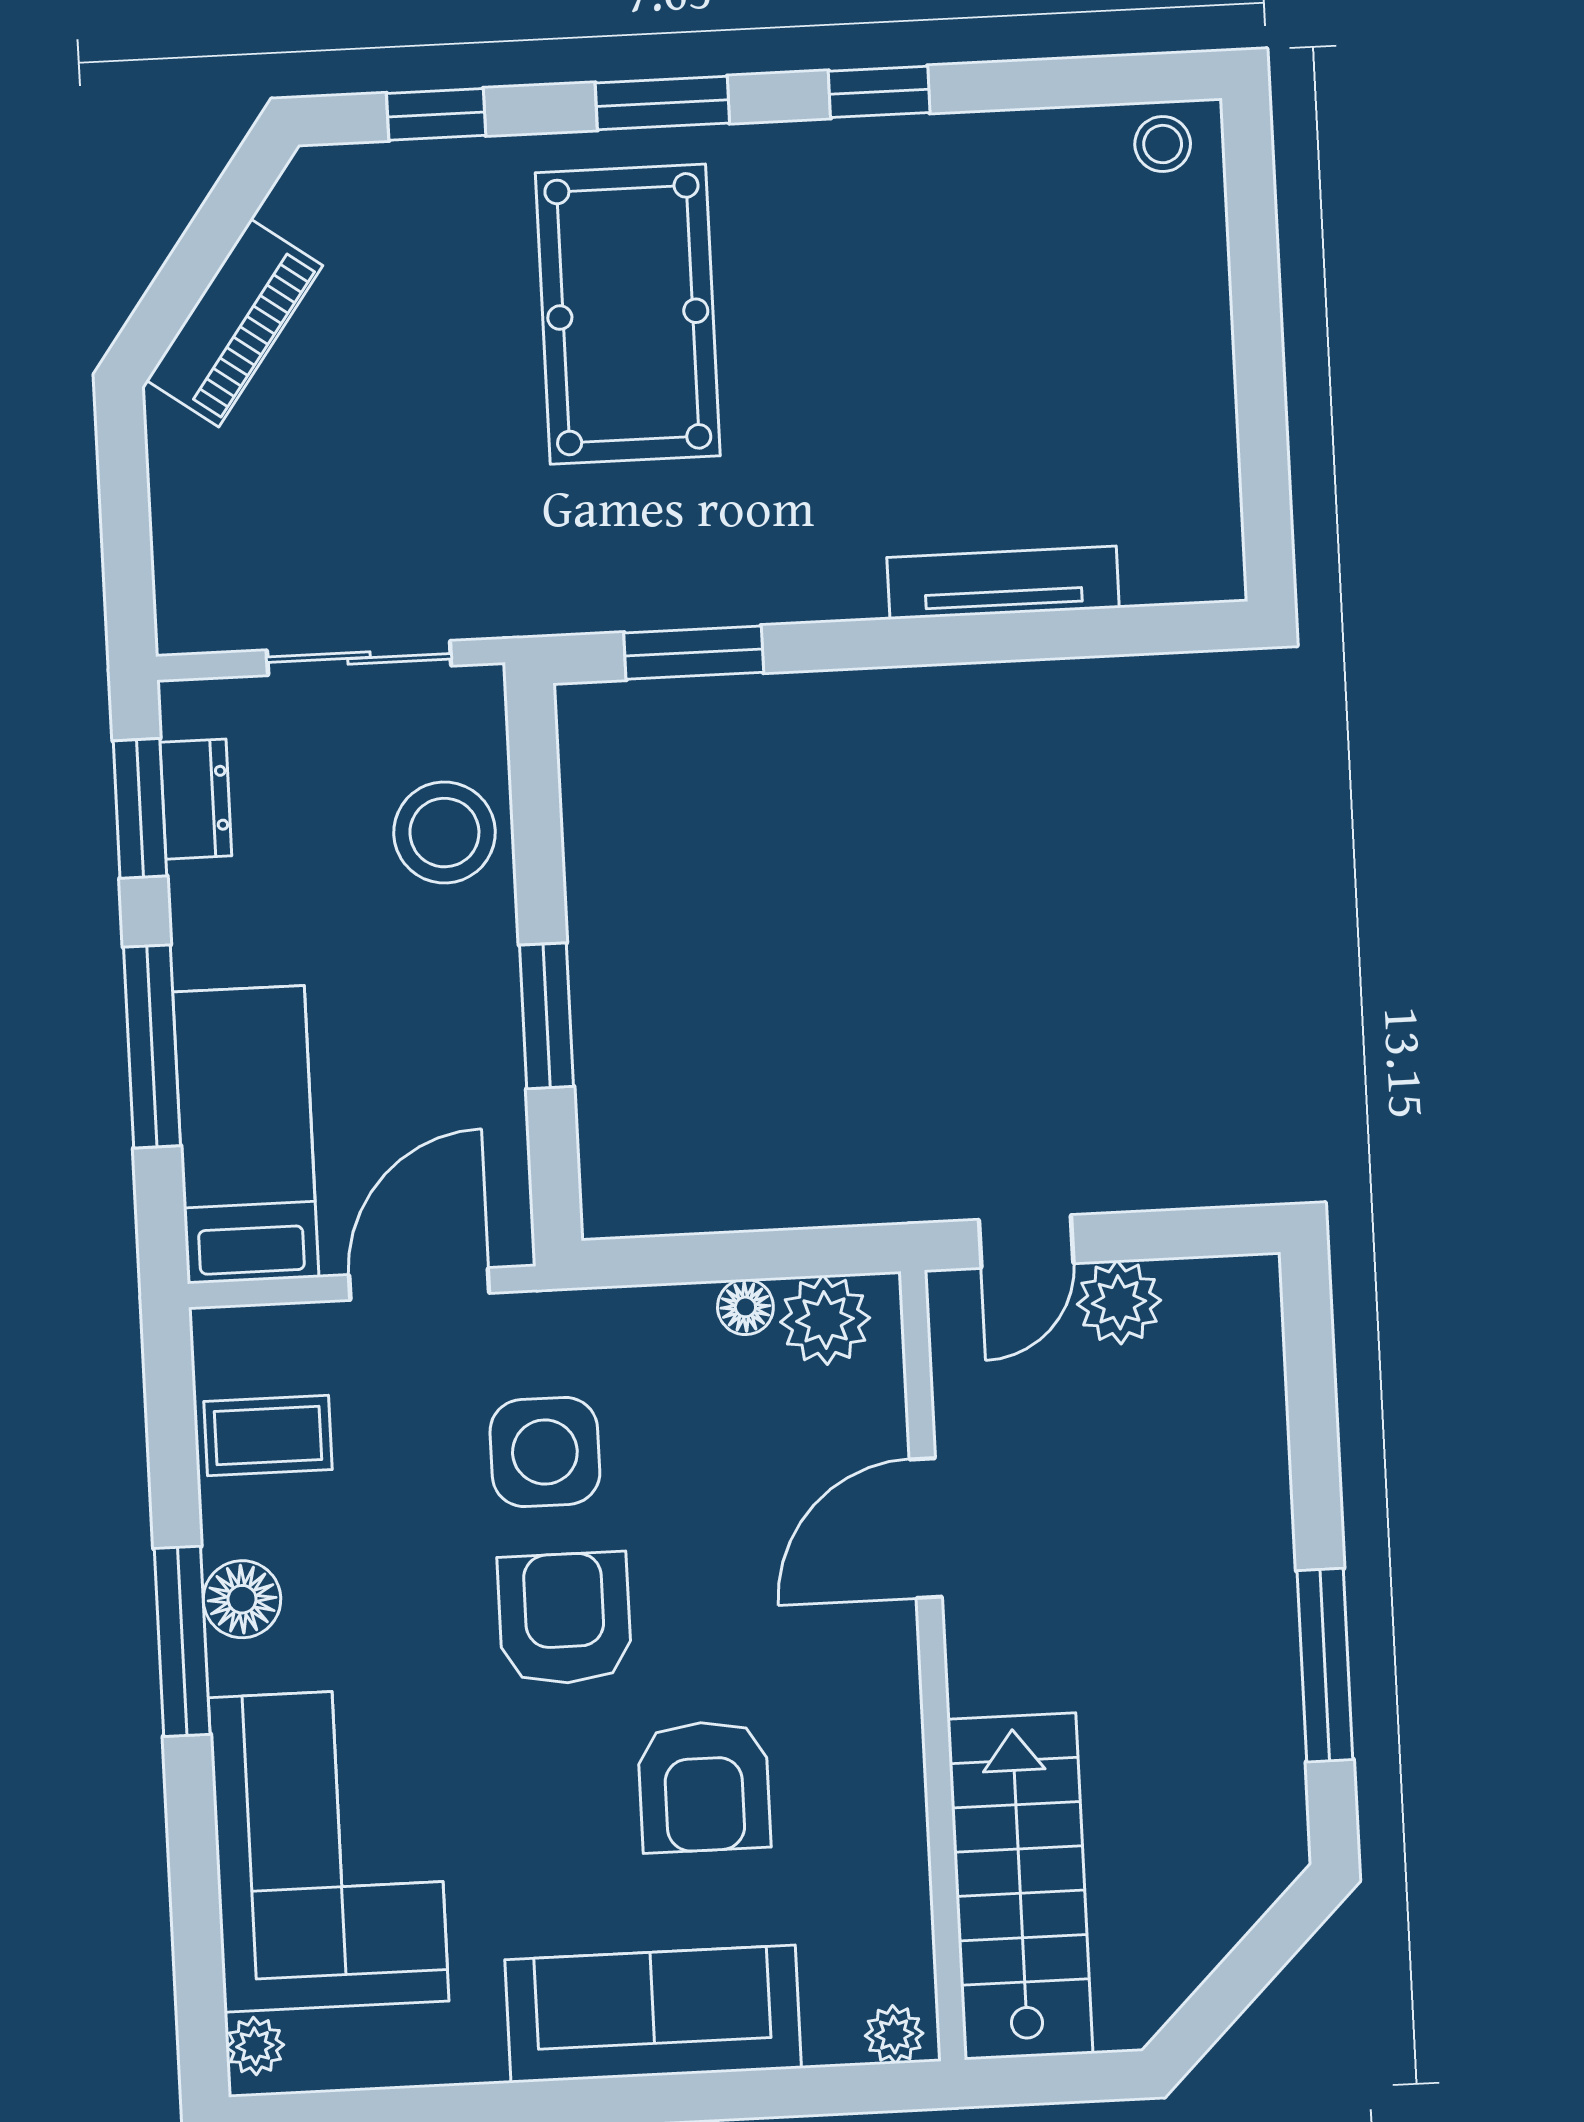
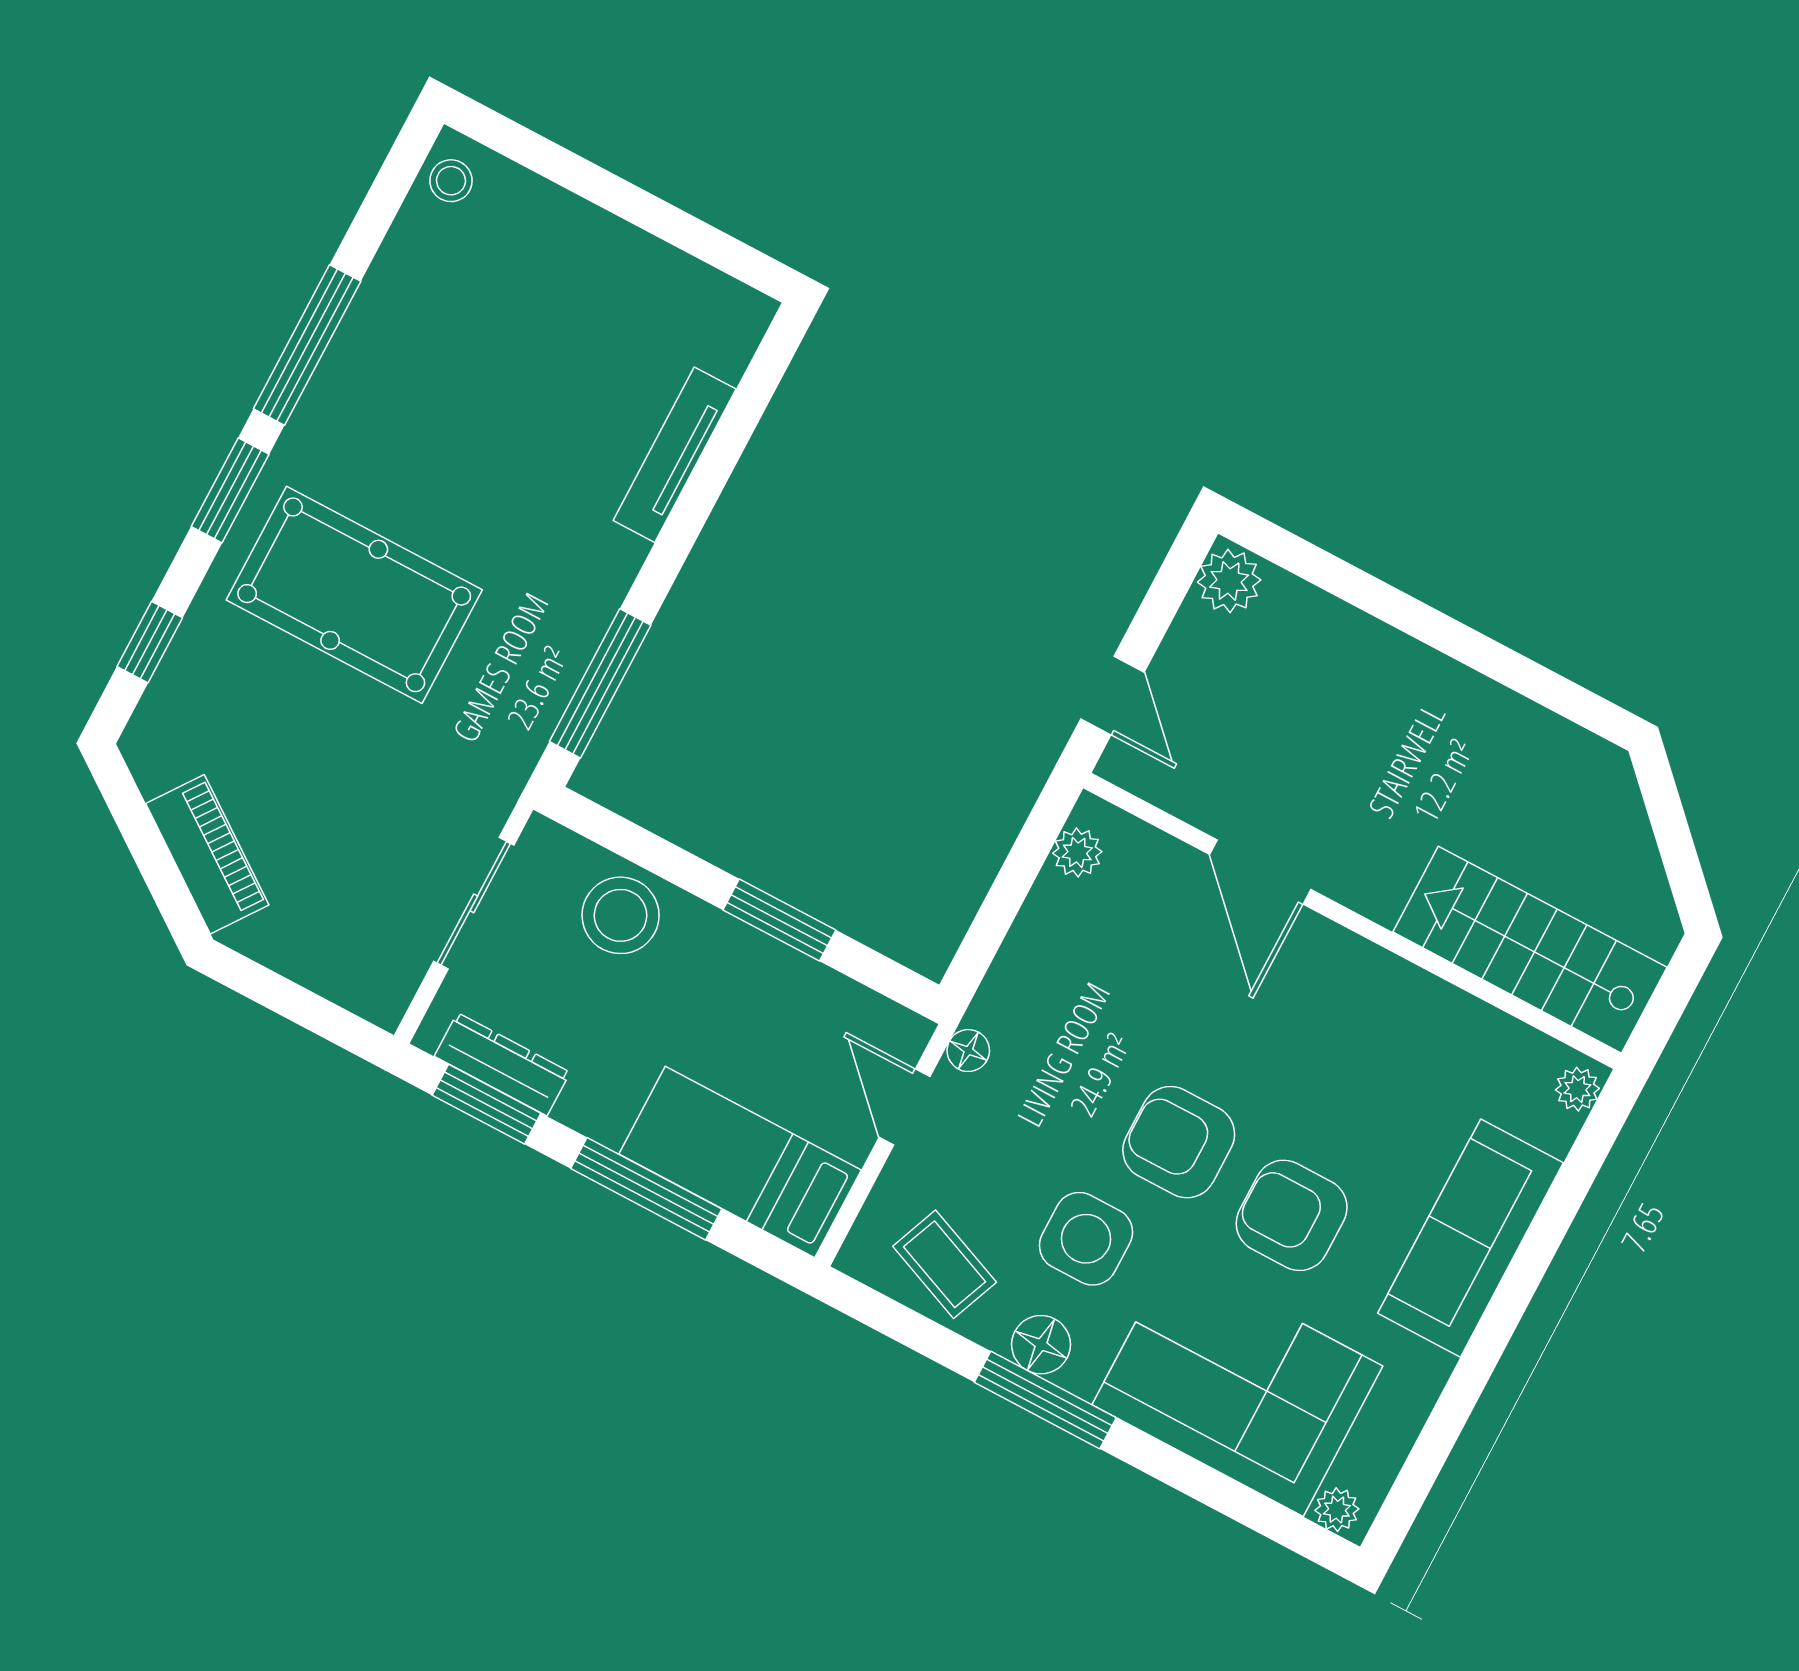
window: (879, 92) -> (307, 345), width x2.17
window: (694, 653) -> (600, 683), width x1.44
dresser: (196, 799) -> (502, 1064), width x1.44
door: (419, 1284) -> (905, 1107), width x0.73
plant: (1119, 1302) -> (1229, 581), moved
floor lamp: (745, 1307) -> (968, 1051), moved
plant: (825, 1320) -> (1077, 852), width x0.73, depth x0.73
coffee table: (268, 1435) -> (945, 1264), turned -68
side table: (545, 1452) -> (1086, 1239), moved
window: (1325, 1665) -> (1504, 665), removed
armchair: (704, 1786) -> (1292, 1215), moved, turned 180

